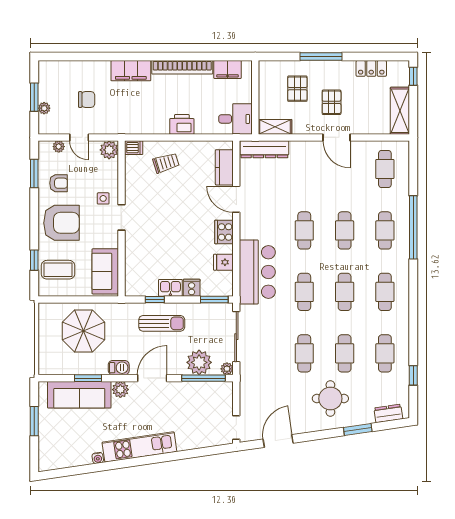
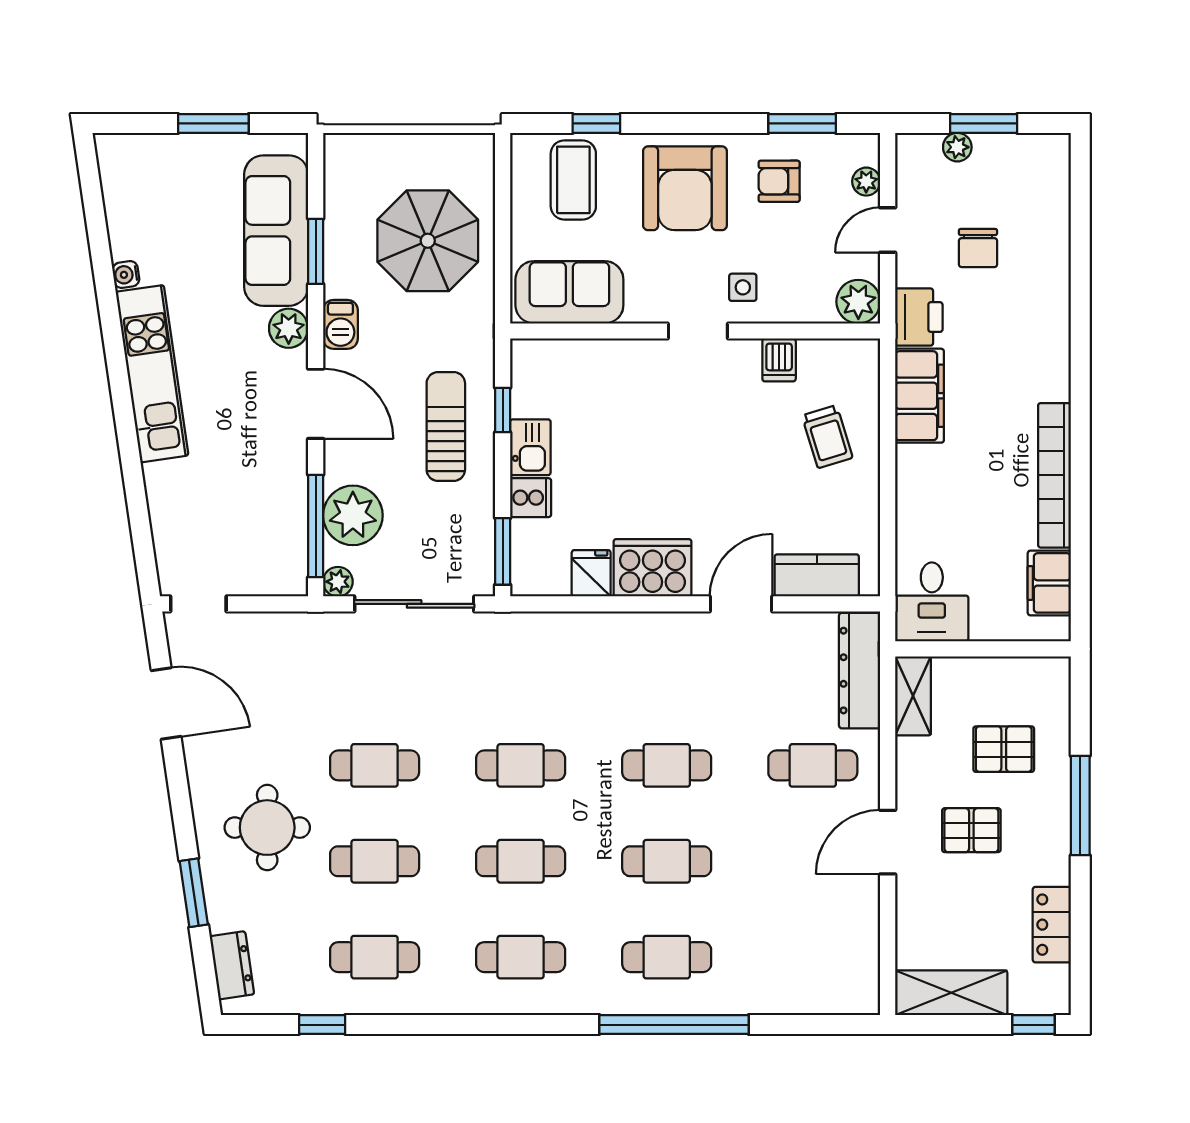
filing cabinet: (131, 71) -> (920, 396), moved, turned 180
printer: (182, 124) -> (919, 317), moved
dishwasher: (134, 148) -> (779, 360), moved
cafe table: (385, 169) -> (813, 765), moved
armchair: (59, 183) -> (779, 181), turned 90
cooker: (224, 232) -> (653, 568), width x1.37, depth x1.31
bar counter: (257, 272) -> (568, 654), removed
sun lounger: (162, 323) -> (446, 426), turned 180

